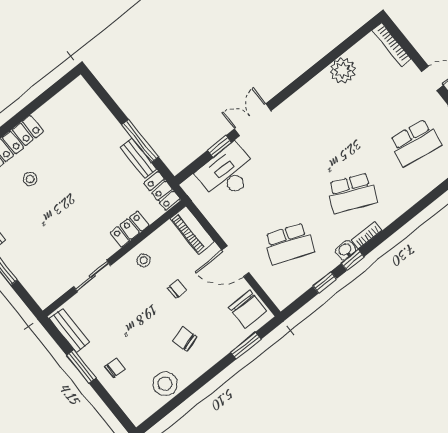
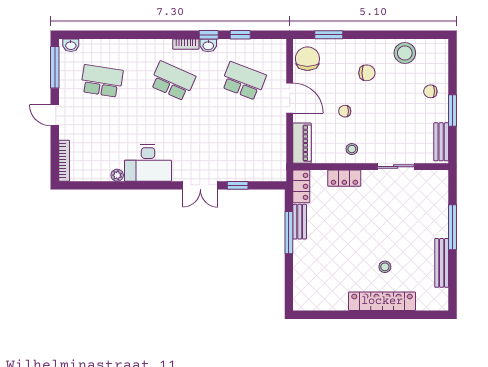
plant: (343, 70) -> (117, 175), width x0.53, depth x0.53
desk: (227, 173) -> (148, 163), moved
chair: (185, 339) -> (367, 73), turned -73

